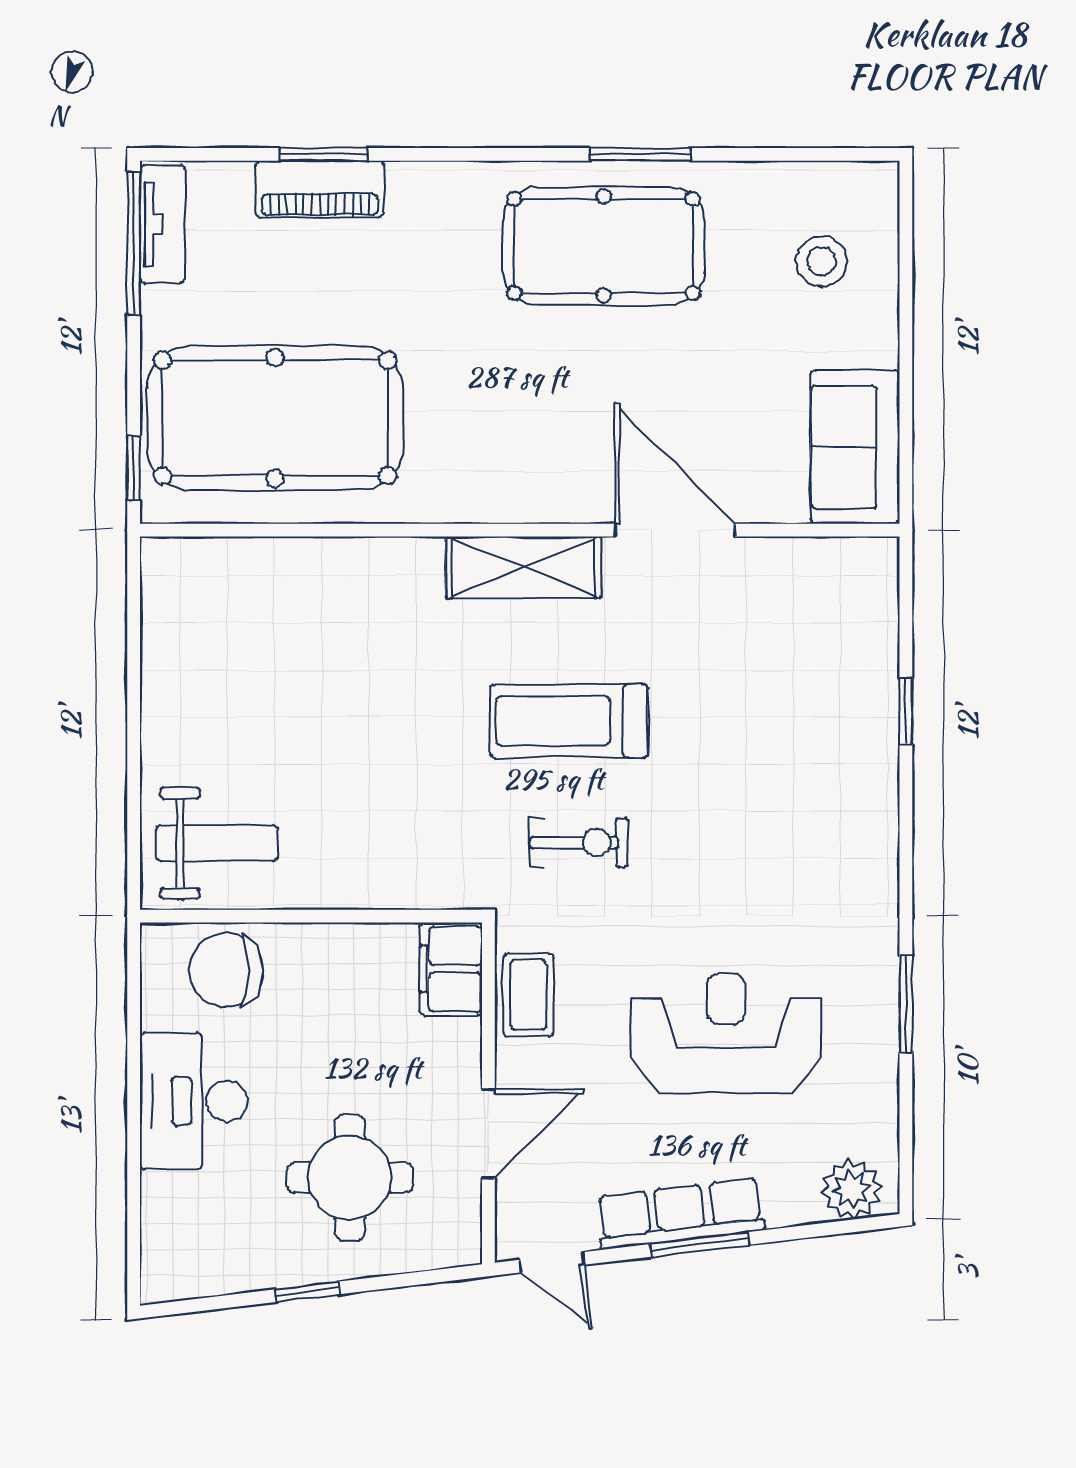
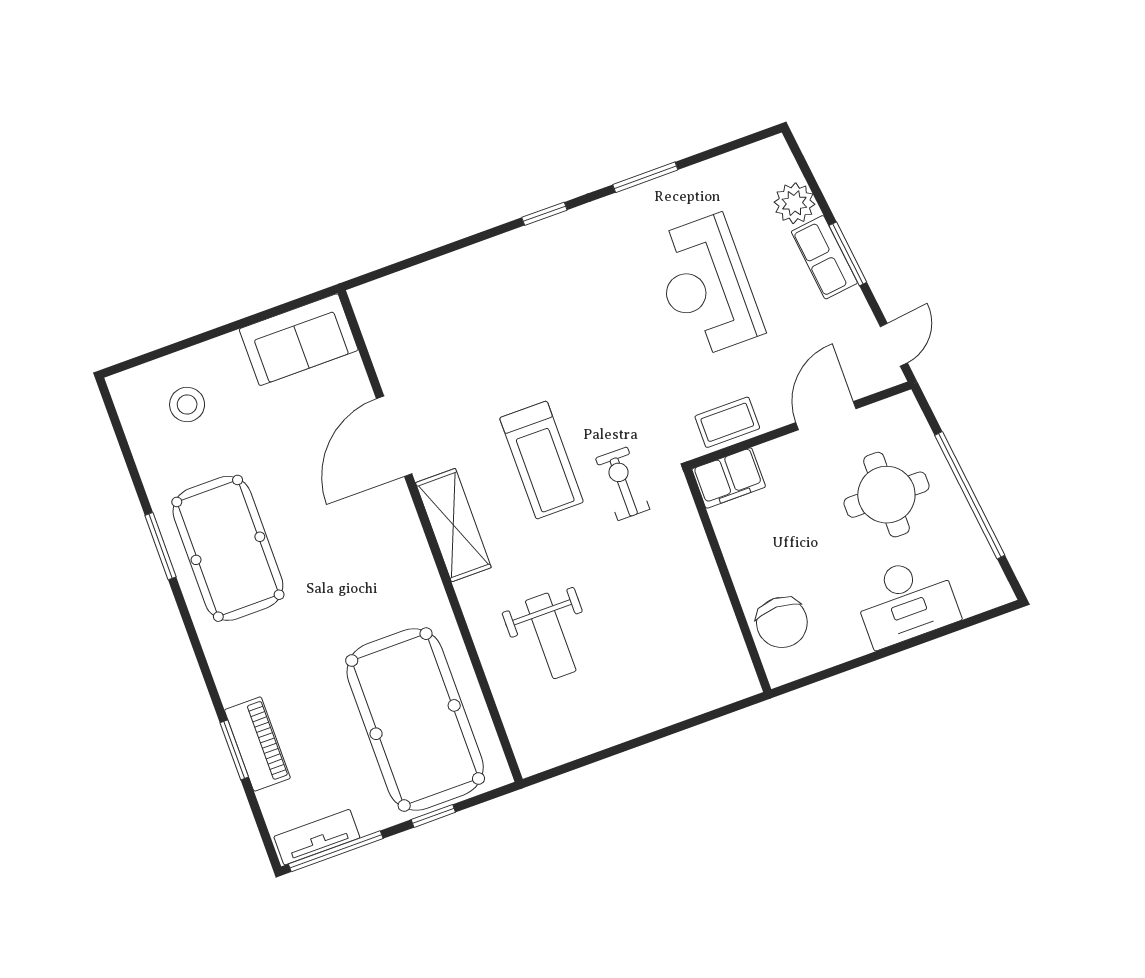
window: (134, 468) -> (433, 816), moved
window: (906, 711) -> (544, 214), moved
weight bench: (217, 843) -> (551, 636), moved, turned 180
exercise bike: (579, 843) -> (623, 484), moved
desk: (194, 1101) -> (906, 601), moved
door: (488, 1134) -> (826, 416), hinge flipped
plant: (851, 1189) -> (794, 203), moved
row of seats: (680, 1213) -> (824, 257), width x0.68
window: (307, 1292) -> (970, 495), width x3.17

